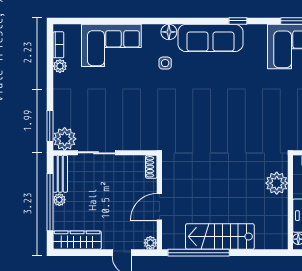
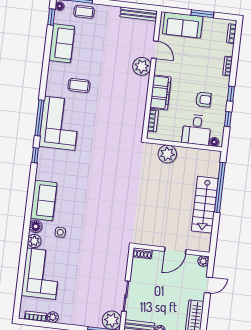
window: (238, 21) -> (35, 155), moved
plant: (151, 32) -> (34, 241), added
sofa: (210, 38) -> (44, 200), width x0.73
door: (159, 207) -> (175, 251), hinge flipped
window: (199, 253) -> (220, 187), moved

